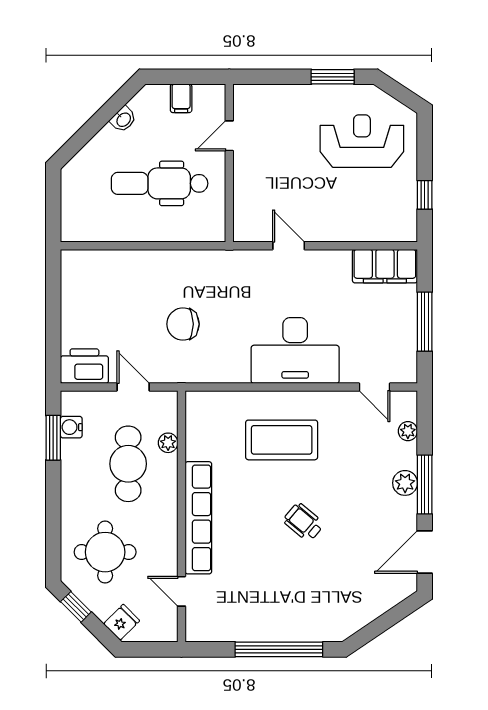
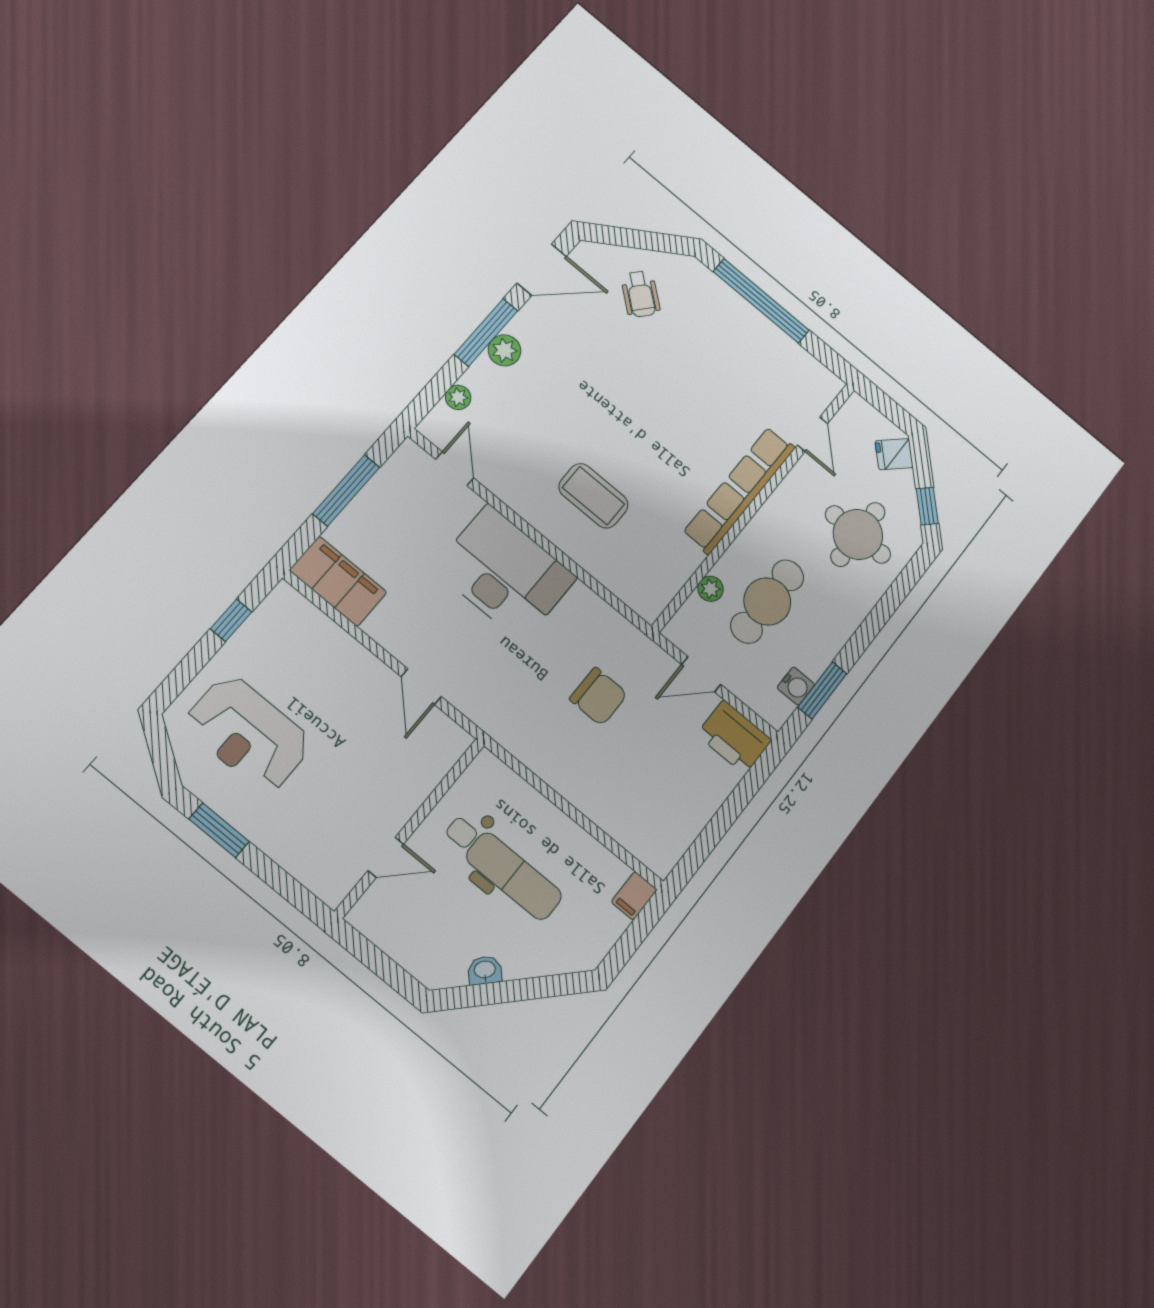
filing cabinet: (181, 98) -> (634, 896), moved, turned 180
door: (133, 387) -> (701, 674), hinge flipped
coffee table: (282, 440) -> (593, 496), width x0.73, depth x0.76
wheelchair: (304, 522) -> (641, 294), moved

